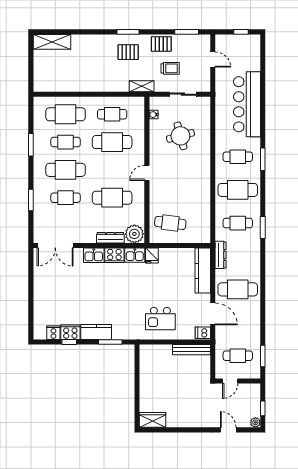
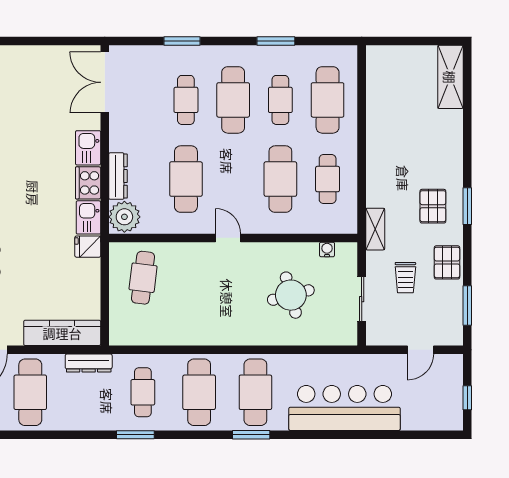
cafe table: (238, 157) -> (255, 392), width x1.37, depth x1.35

